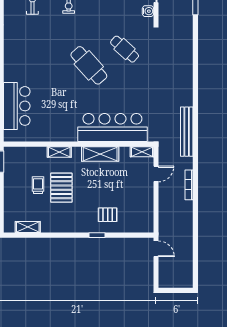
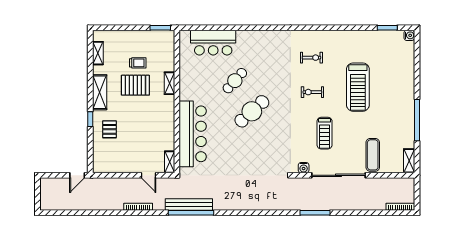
cafe table: (125, 49) -> (235, 81), moved
window: (195, 129) -> (191, 213), added
shelving: (100, 154) -> (100, 92), moved

